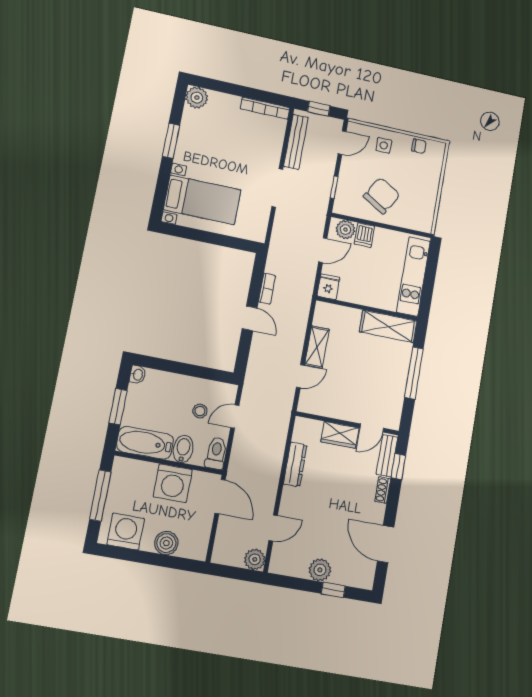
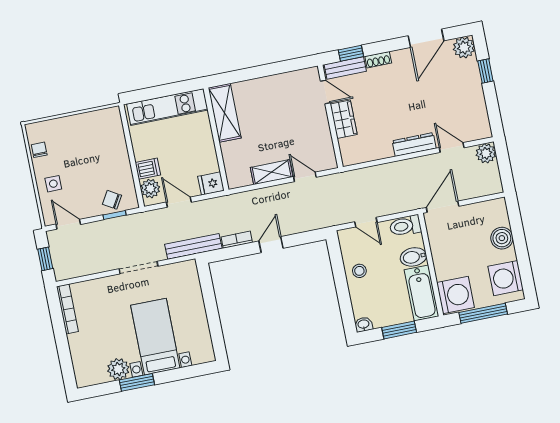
plant: (197, 98) -> (118, 369), moved
bench: (296, 142) -> (193, 246), moved
chair: (382, 196) -> (112, 200), moved, width x0.54, depth x0.54
bed with nightstands: (202, 200) -> (155, 337), moved
window: (414, 373) -> (258, 72), removed
stool: (200, 411) -> (359, 271), moved
dresser: (295, 465) -> (414, 144), moved
washing machine: (173, 483) -> (455, 295), moved
plant: (320, 570) -> (464, 48), moved

